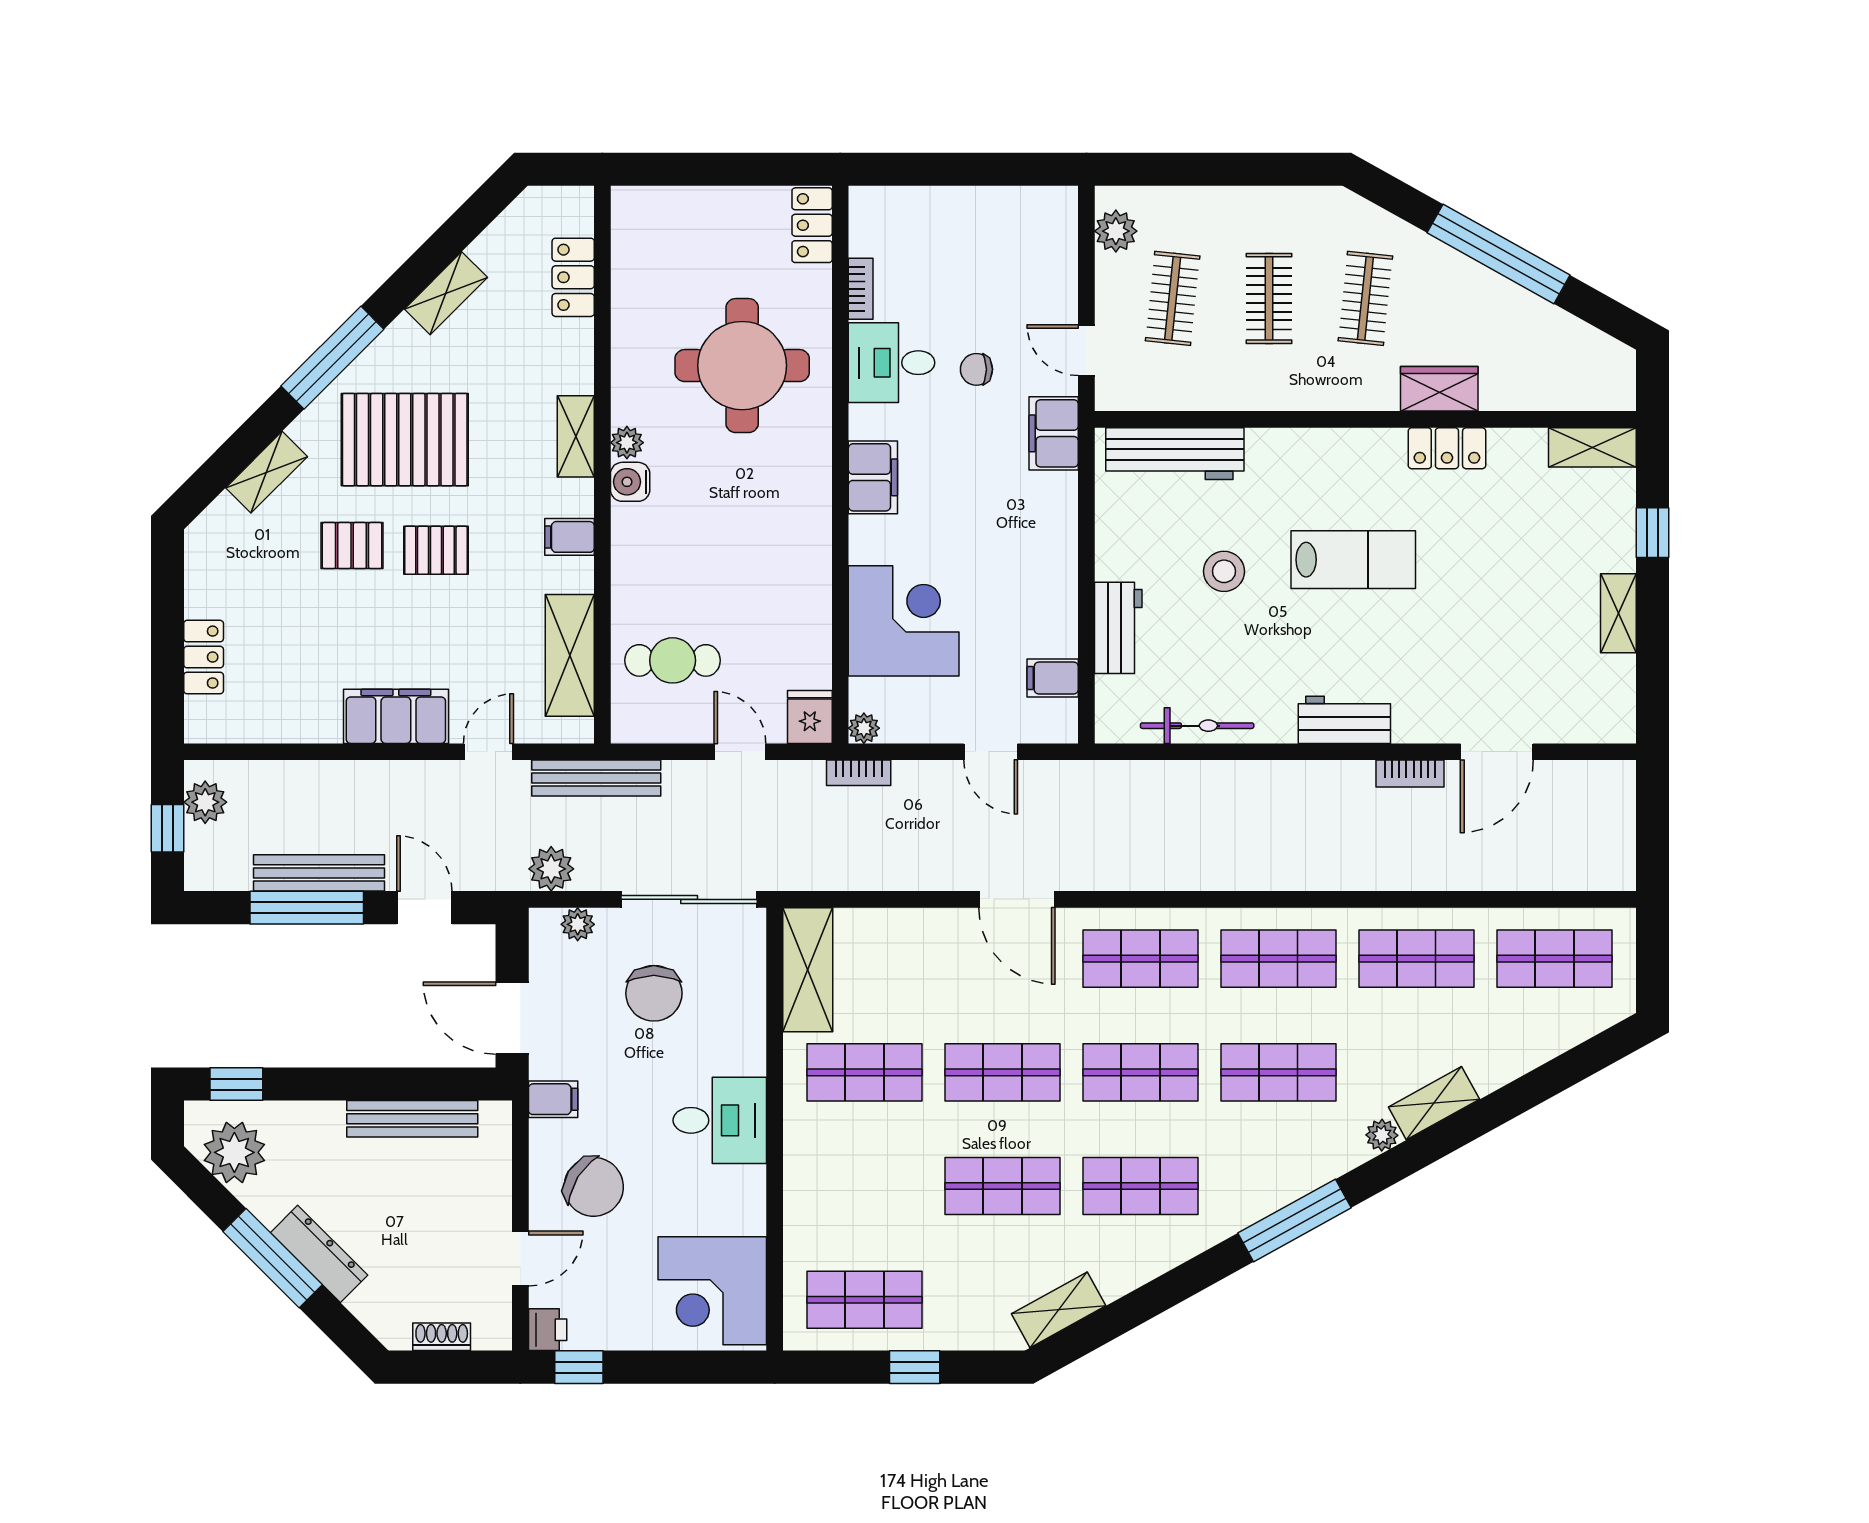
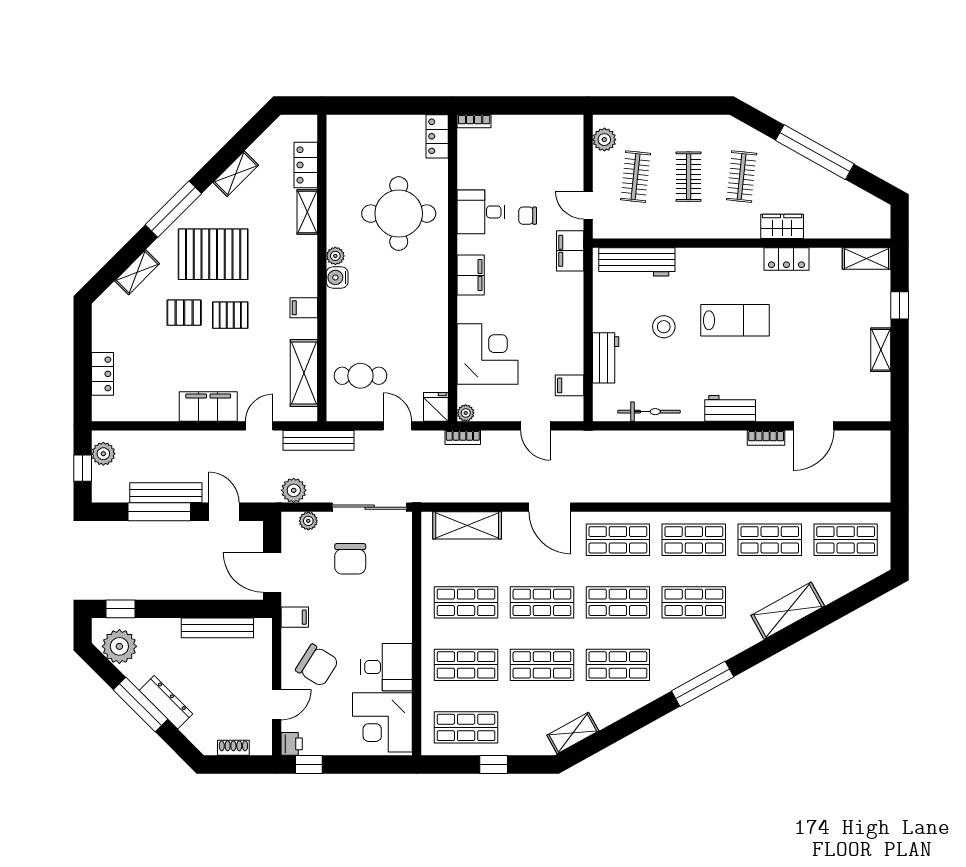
bookcase: (861, 289) -> (474, 121), moved, turned 90
shelving: (576, 436) -> (307, 212), moved
shelving: (808, 970) -> (467, 525), moved, turned 90
shelving: (1434, 1103) -> (788, 611), width x1.50, depth x1.33
desk: (720, 1120) -> (386, 667), moved
plant: (1382, 1135) -> (751, 637), removed
shop shelf: (864, 1186) -> (466, 665), added

